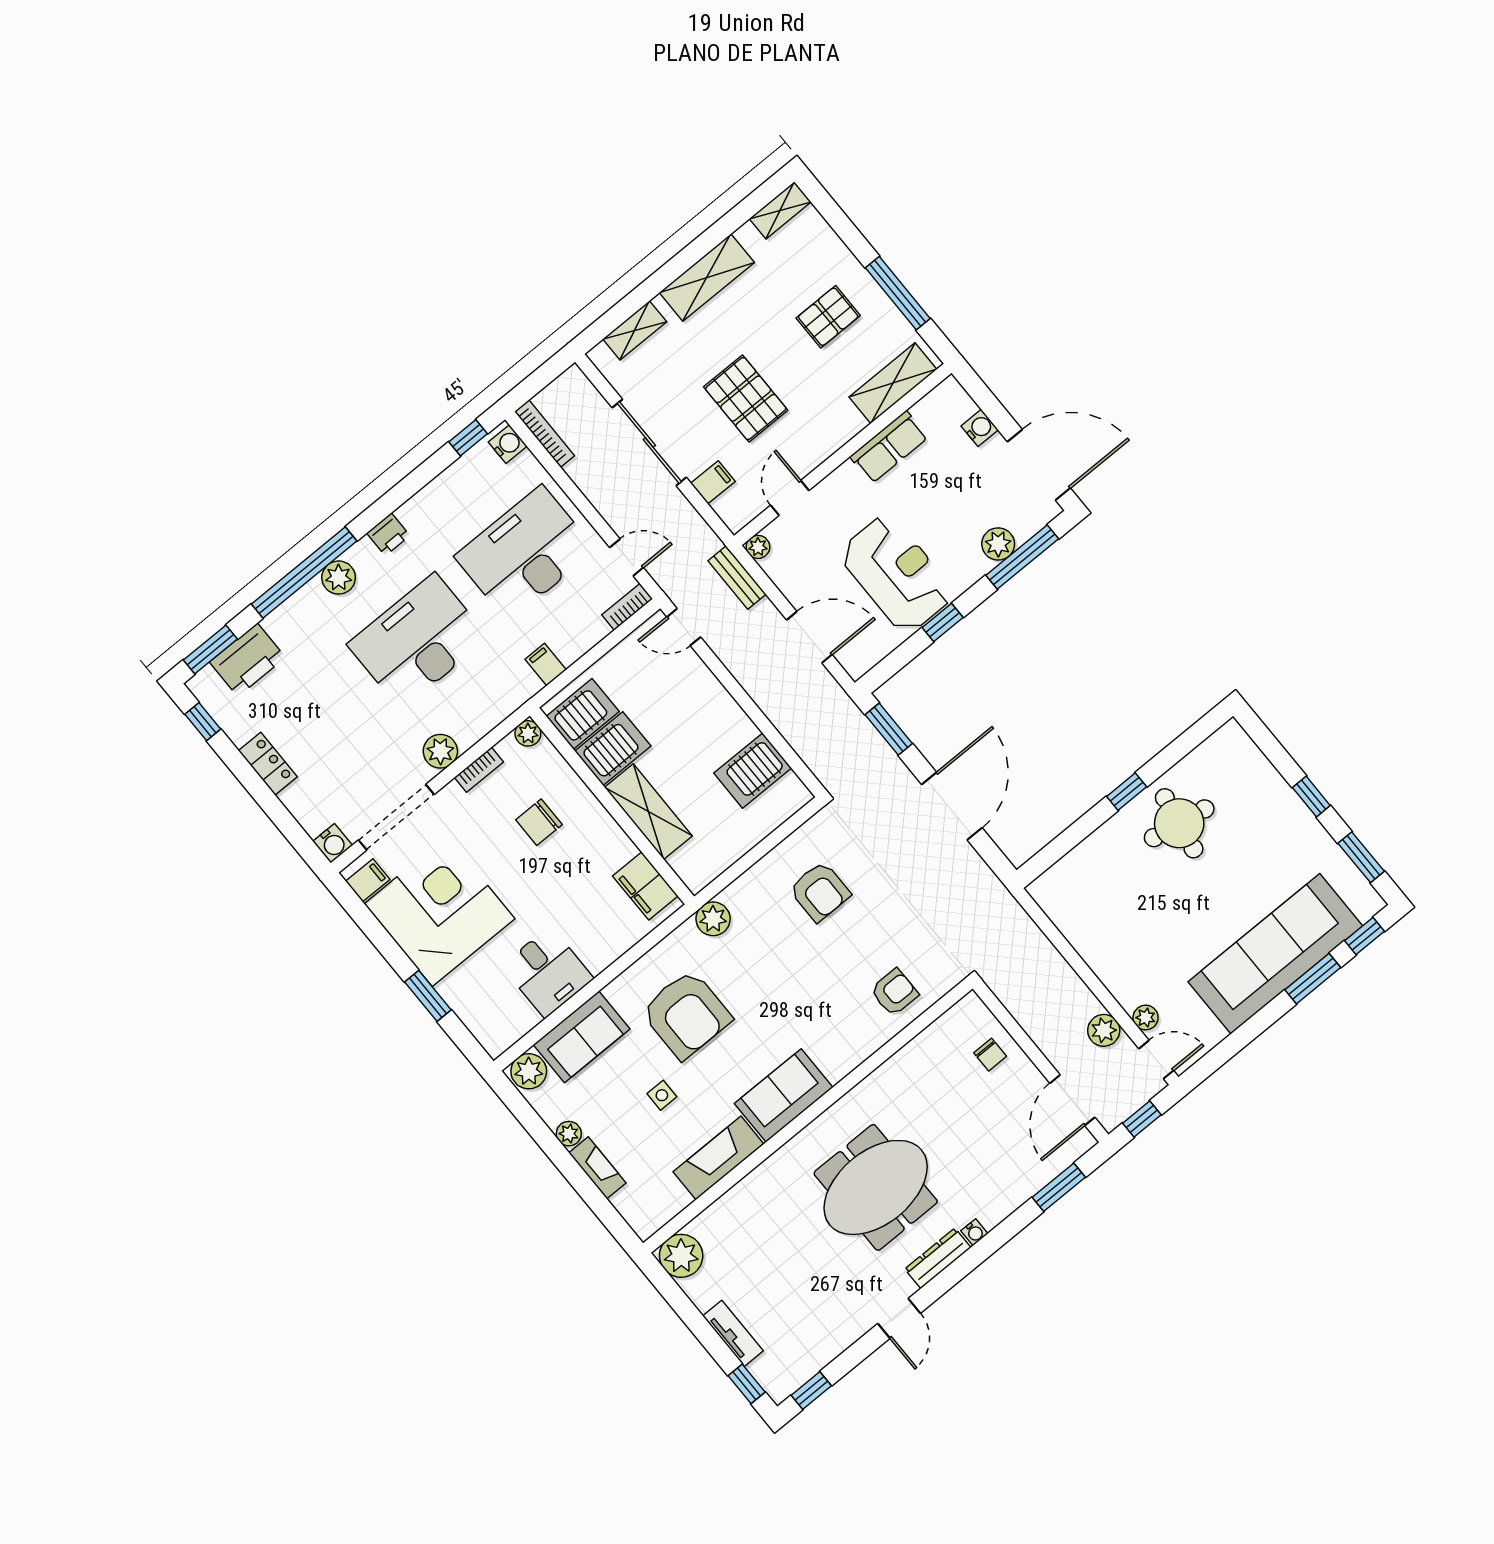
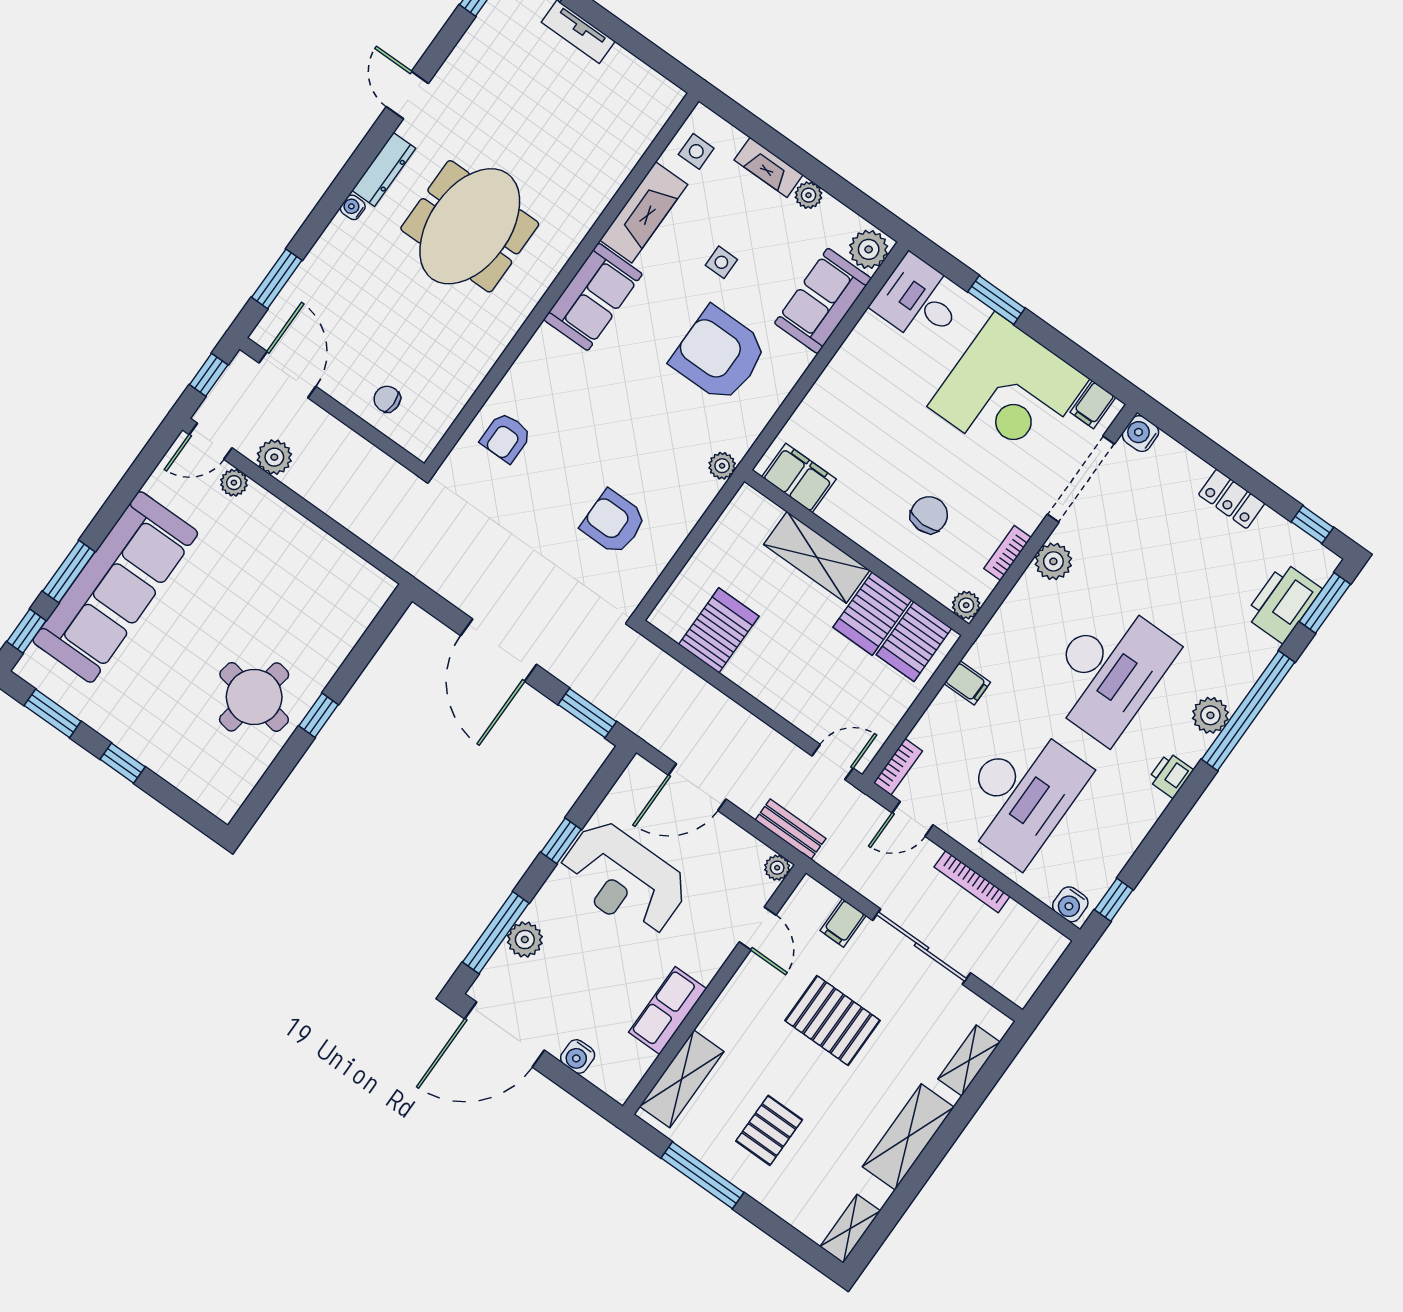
bookcase: (545, 434) -> (972, 882), moved
plant: (713, 919) -> (722, 466), width x0.73, depth x0.73
desk: (548, 972) -> (919, 300), moved
side table: (657, 1199) -> (696, 151), added
plant: (681, 1256) -> (655, 99), removed

